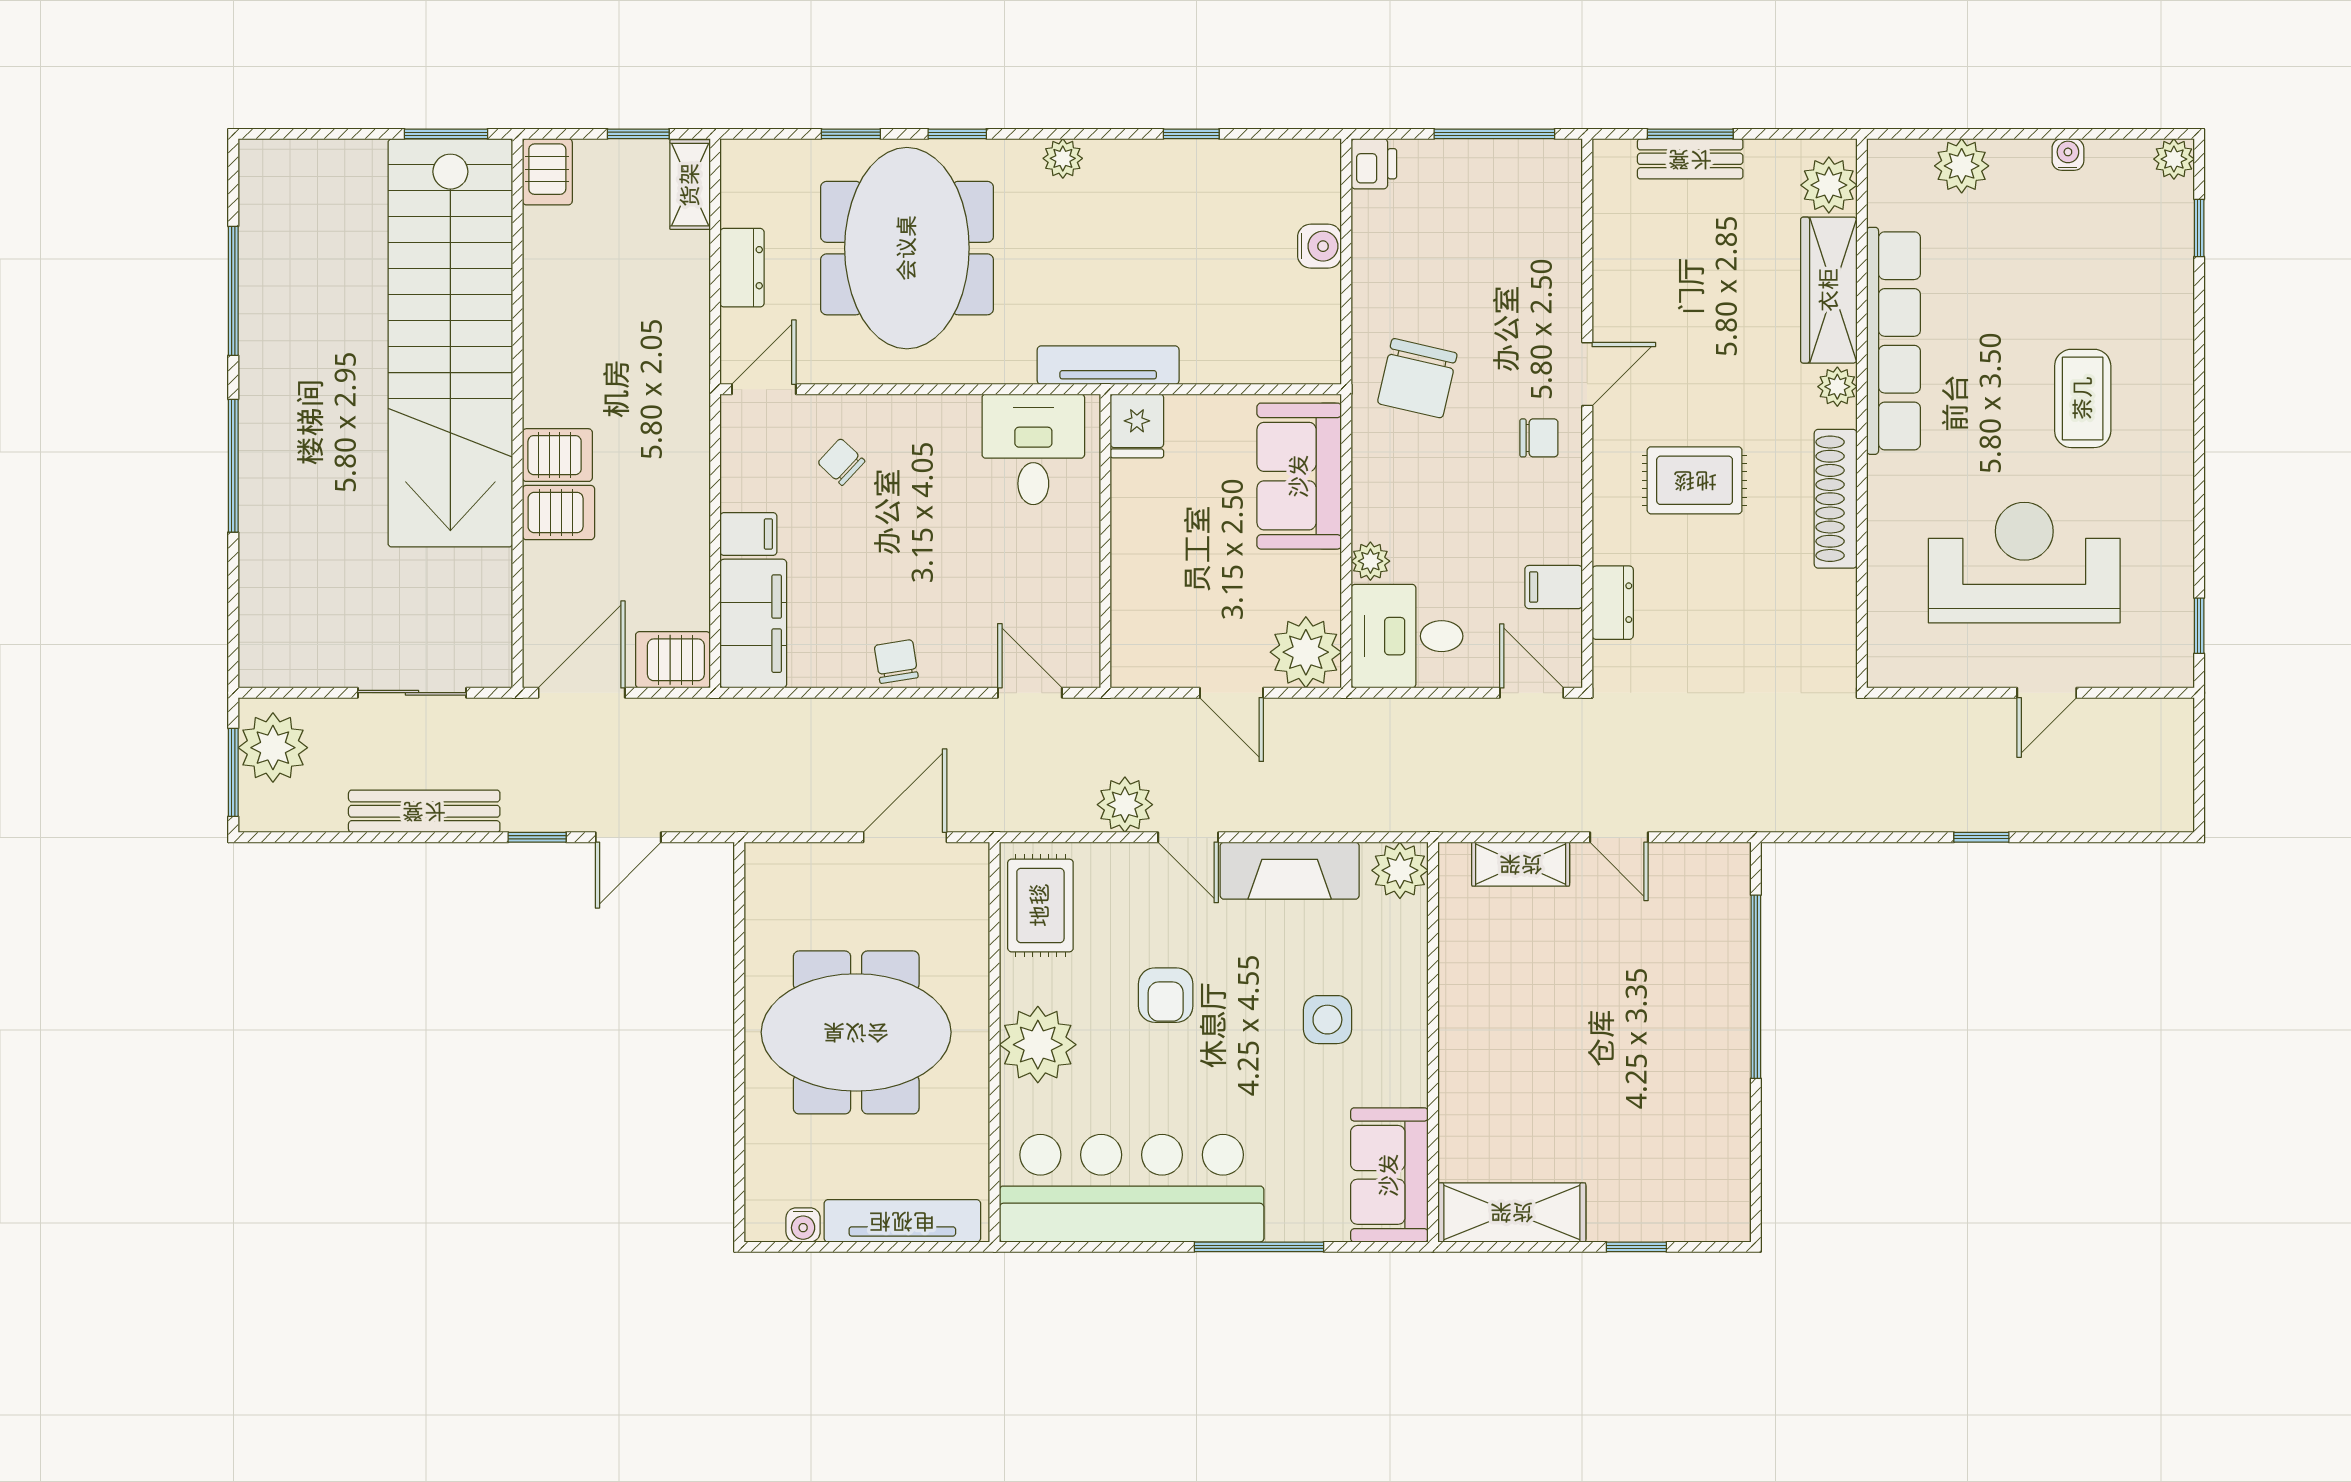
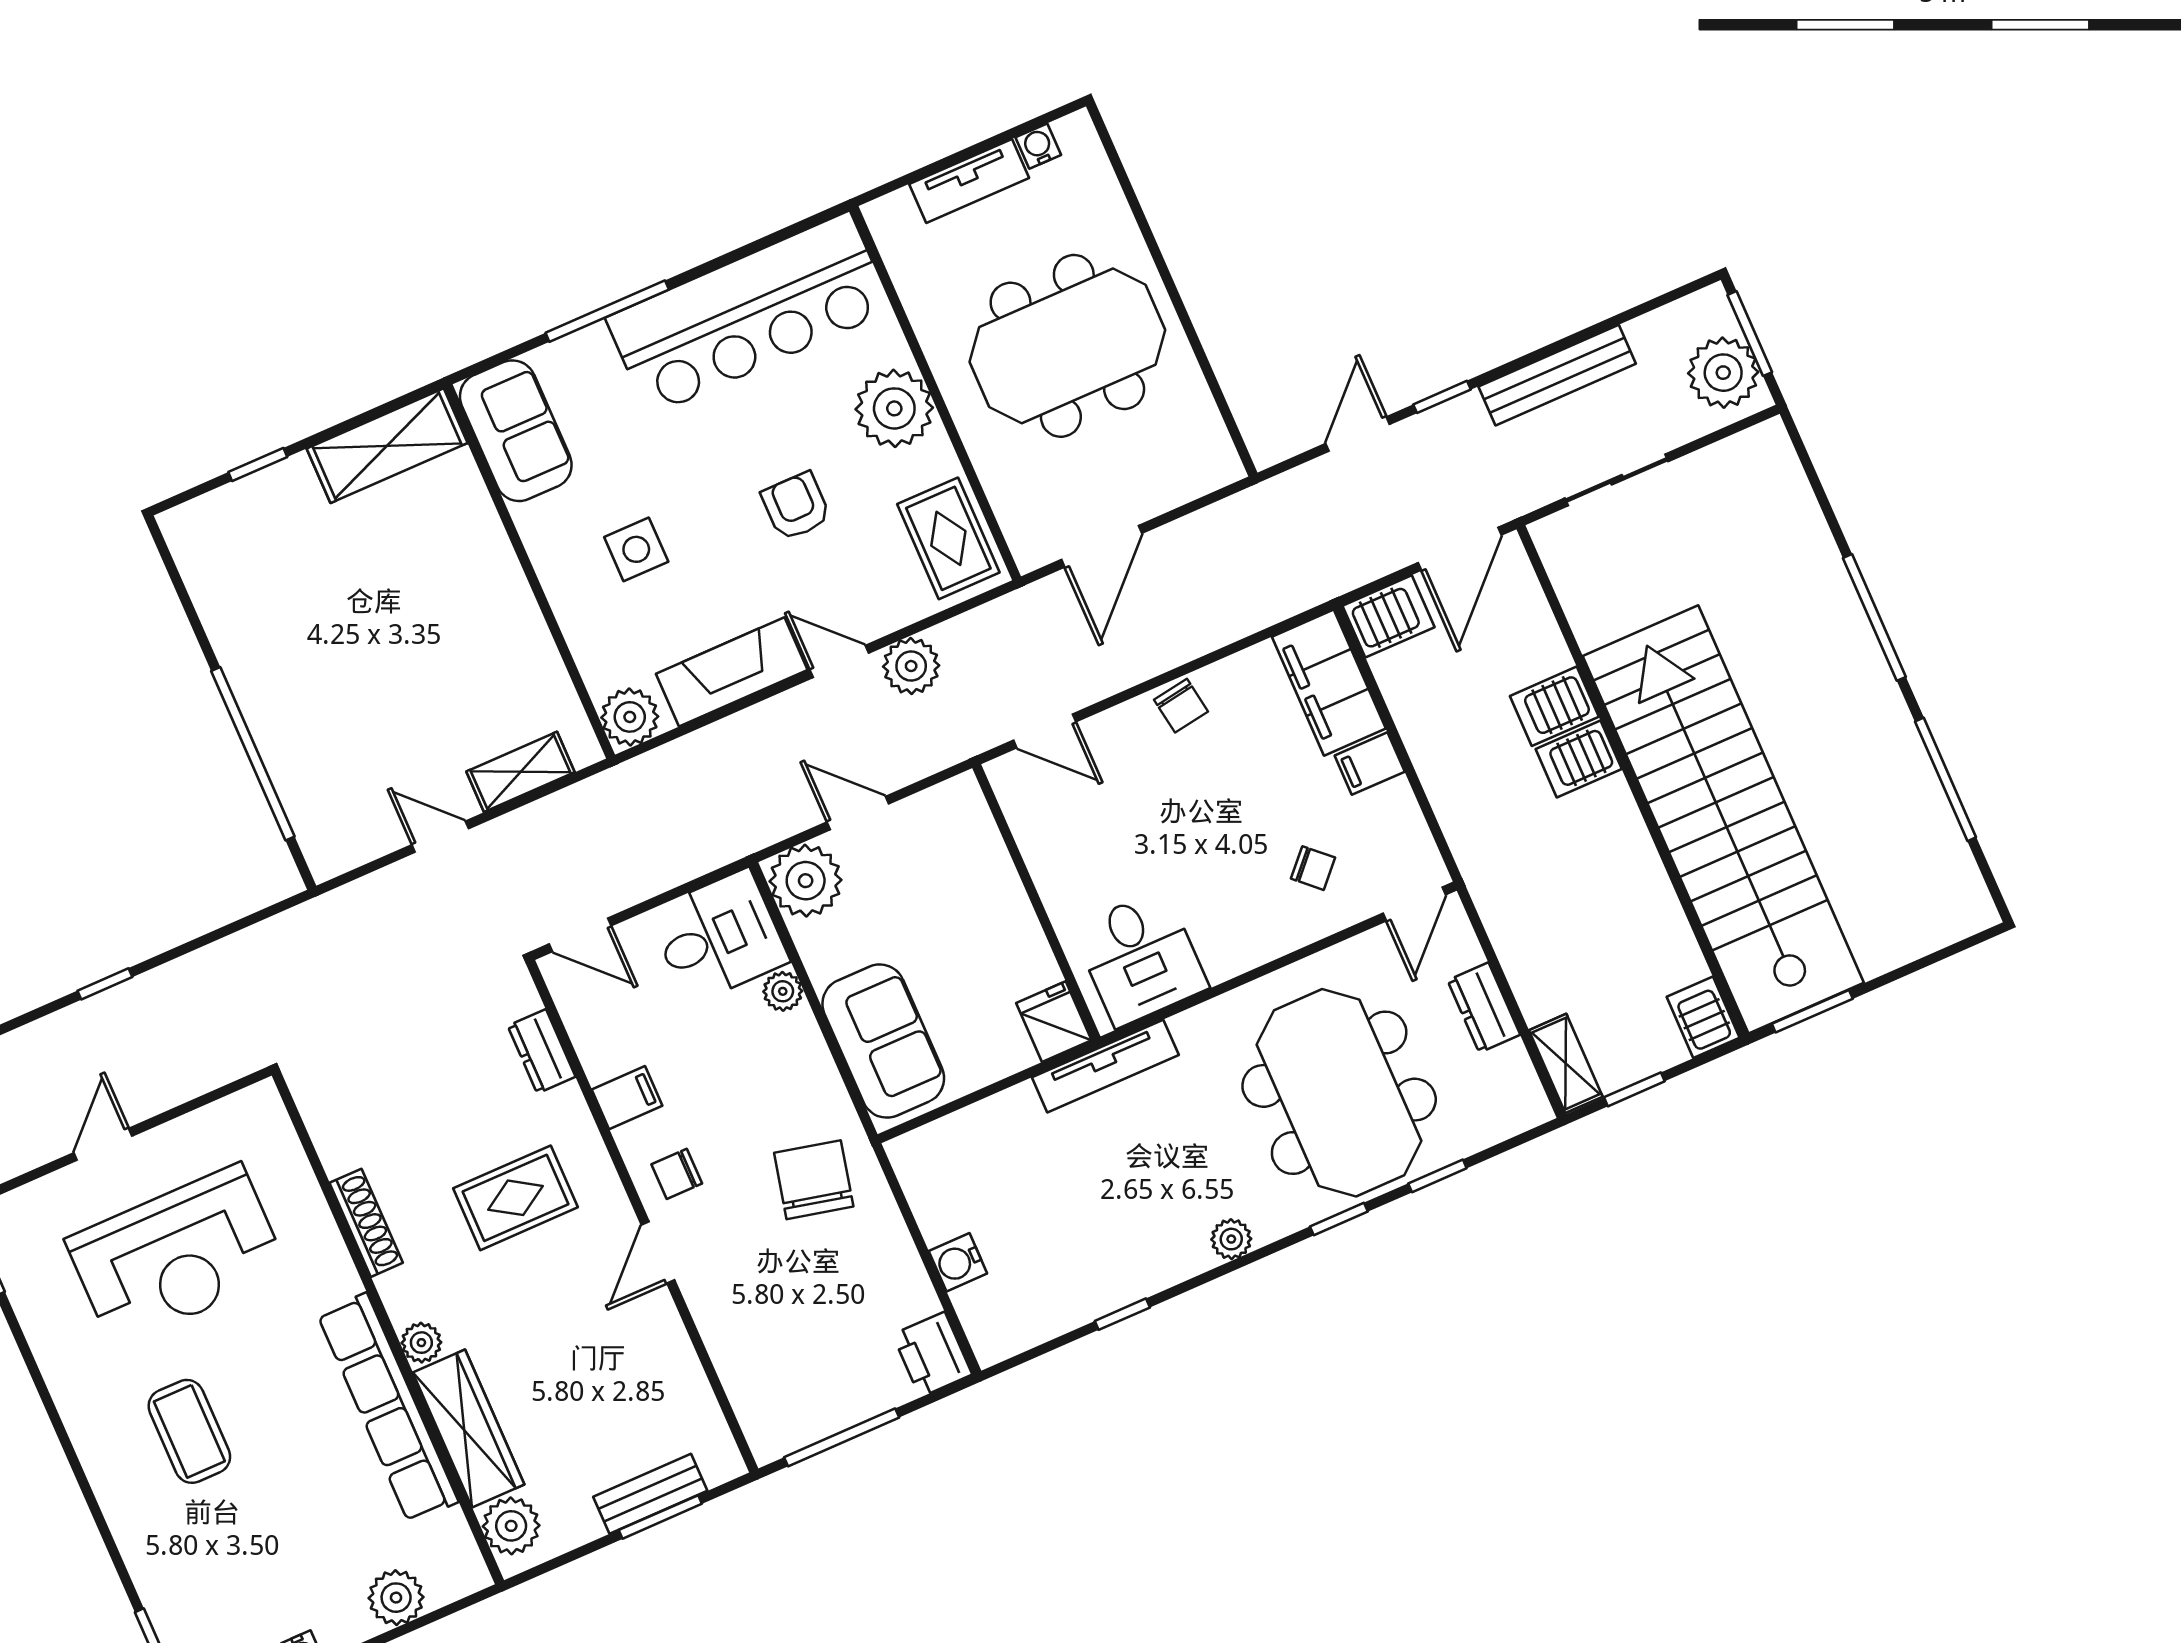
printer: (1374, 164) -> (932, 1354), width x1.36, depth x1.24
shoe rack: (1836, 499) -> (366, 1223), width x0.74, depth x0.81
filing cabinet: (1554, 587) -> (627, 1098), moved
tv unit: (902, 1221) -> (969, 181), width x0.71

